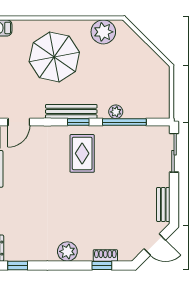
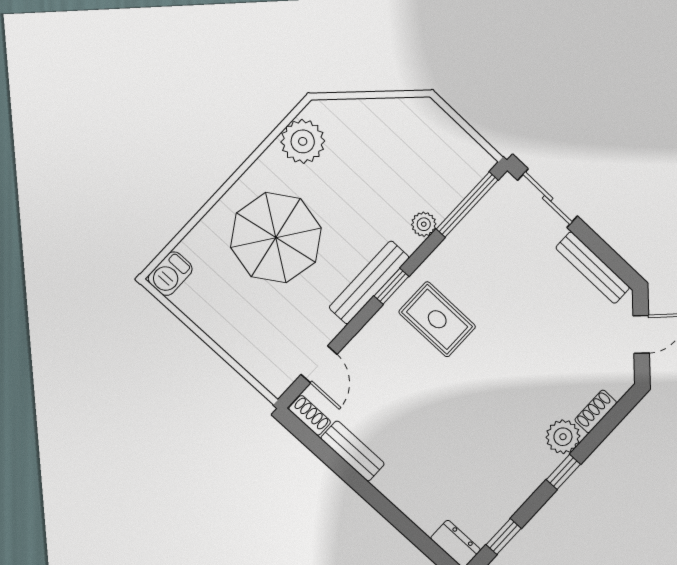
window: (124, 122) -> (467, 204), moved
bench: (163, 204) -> (593, 268), width x1.36
plant: (67, 251) -> (563, 437), moved
window: (102, 265) -> (563, 472), moved

